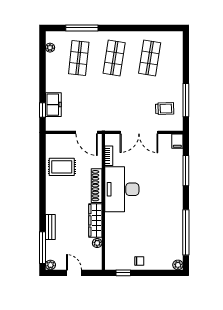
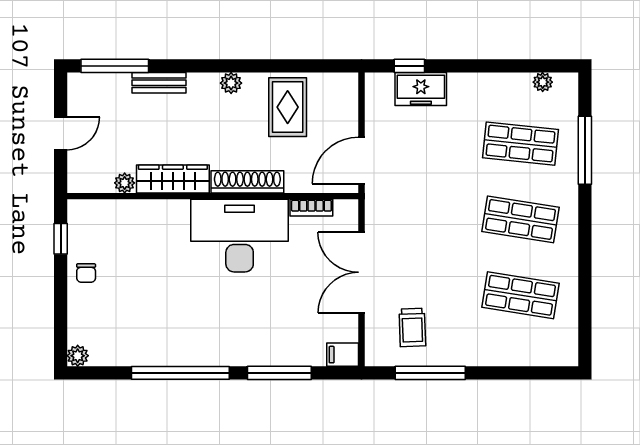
window: (186, 232) -> (180, 373), moved
plant: (50, 265) -> (231, 83), moved

